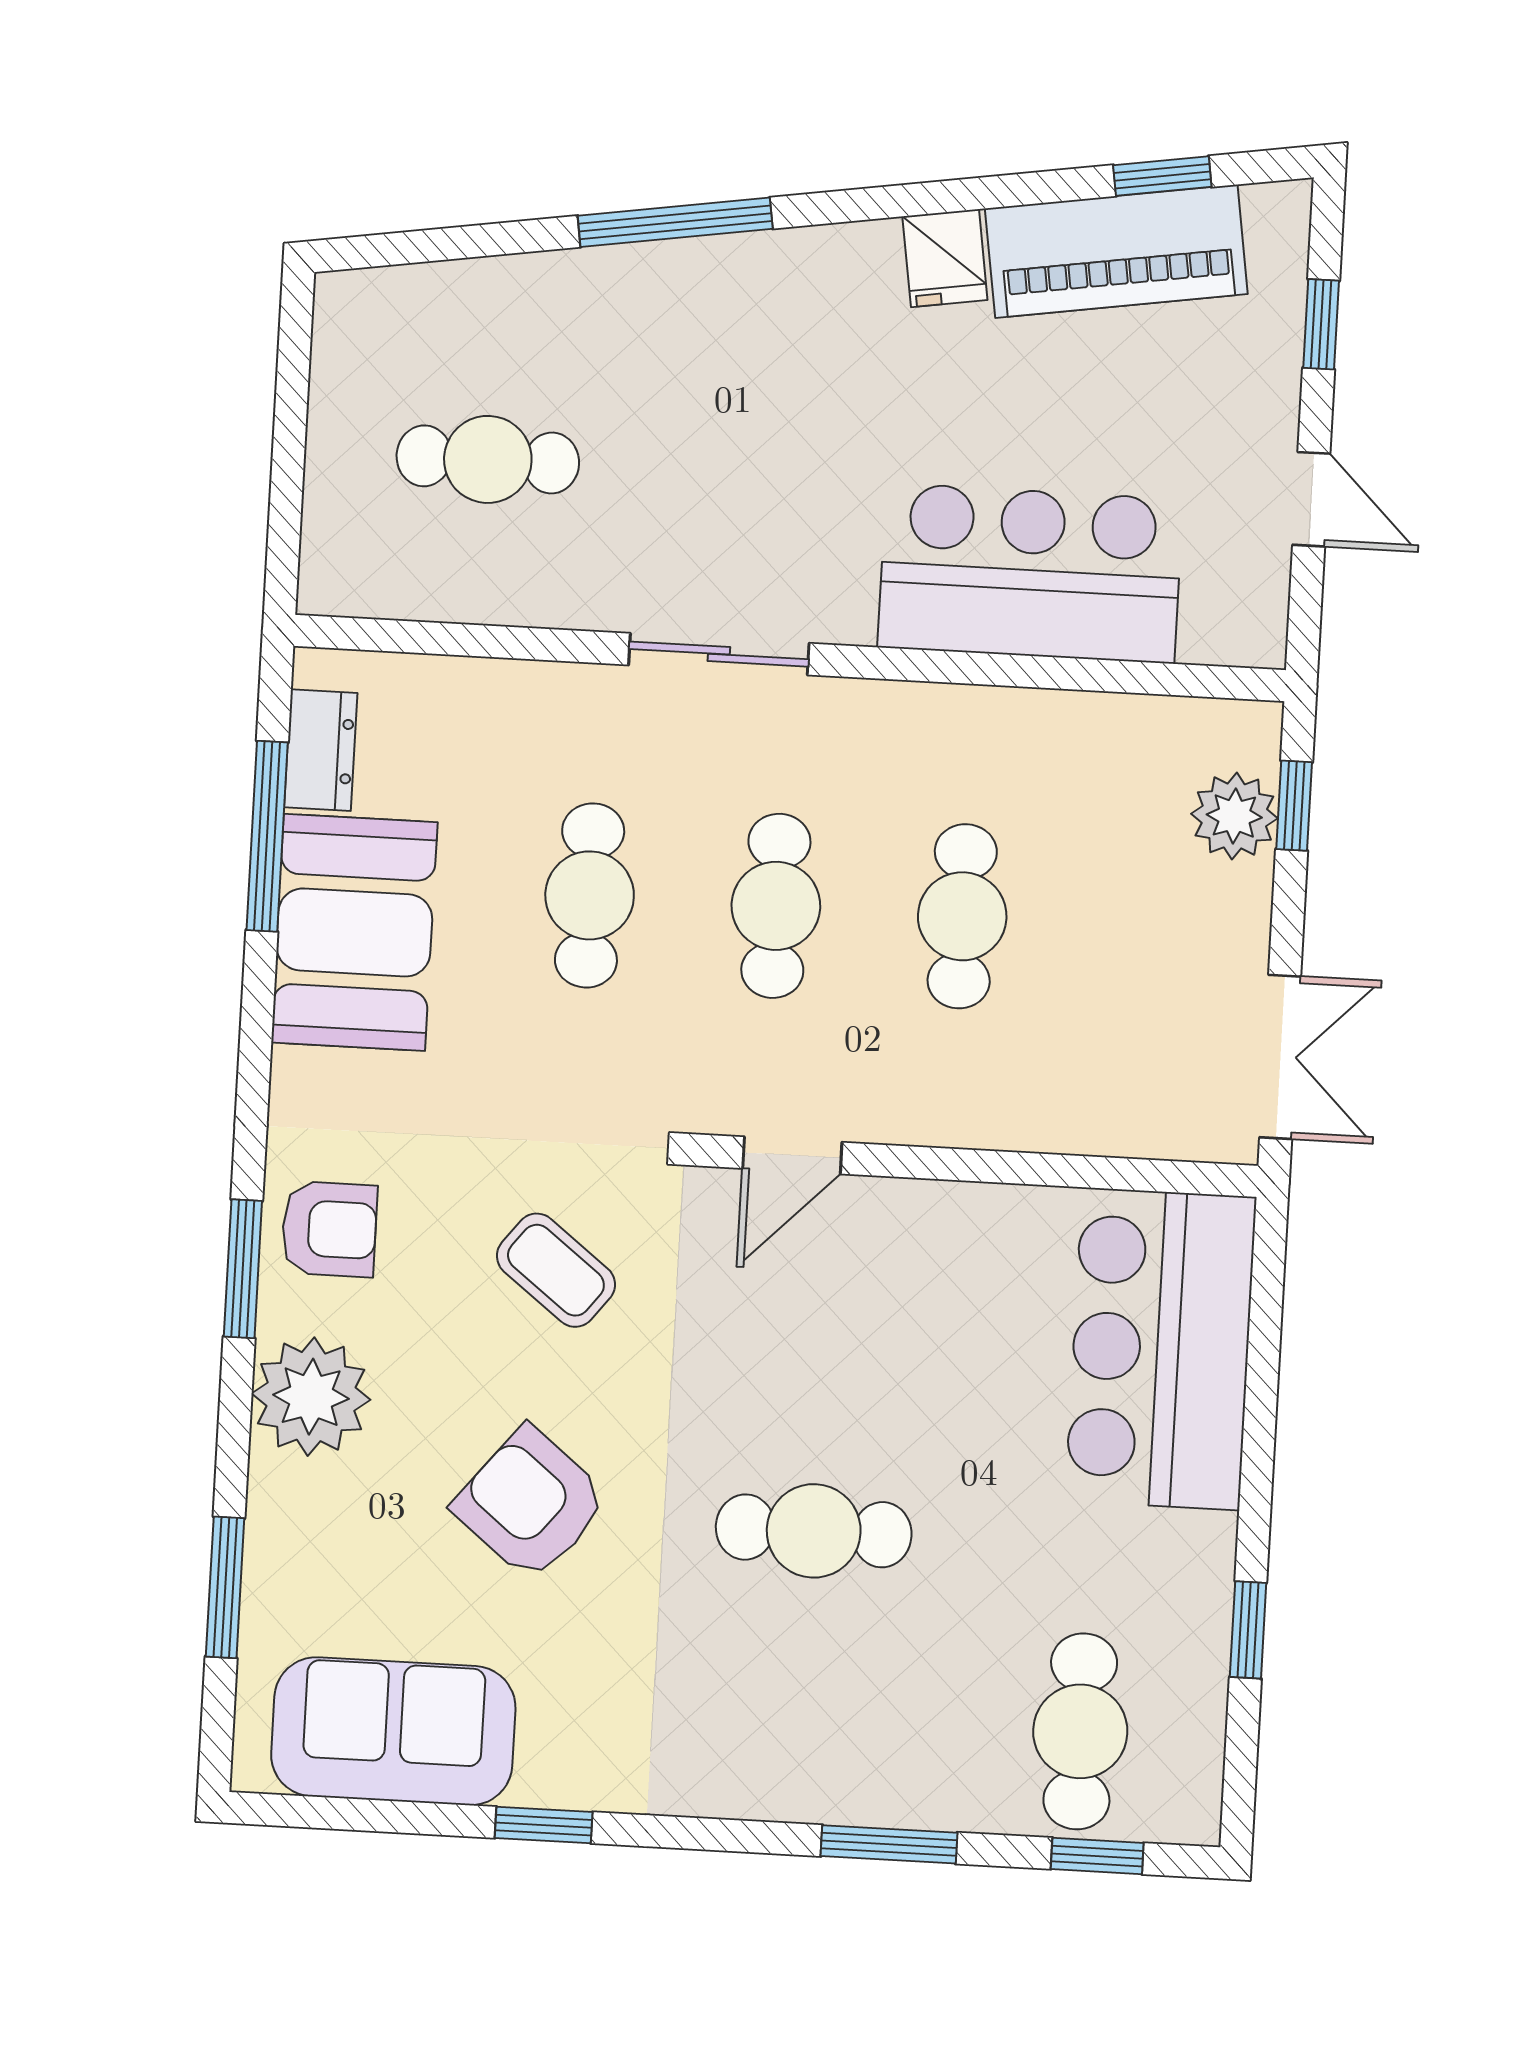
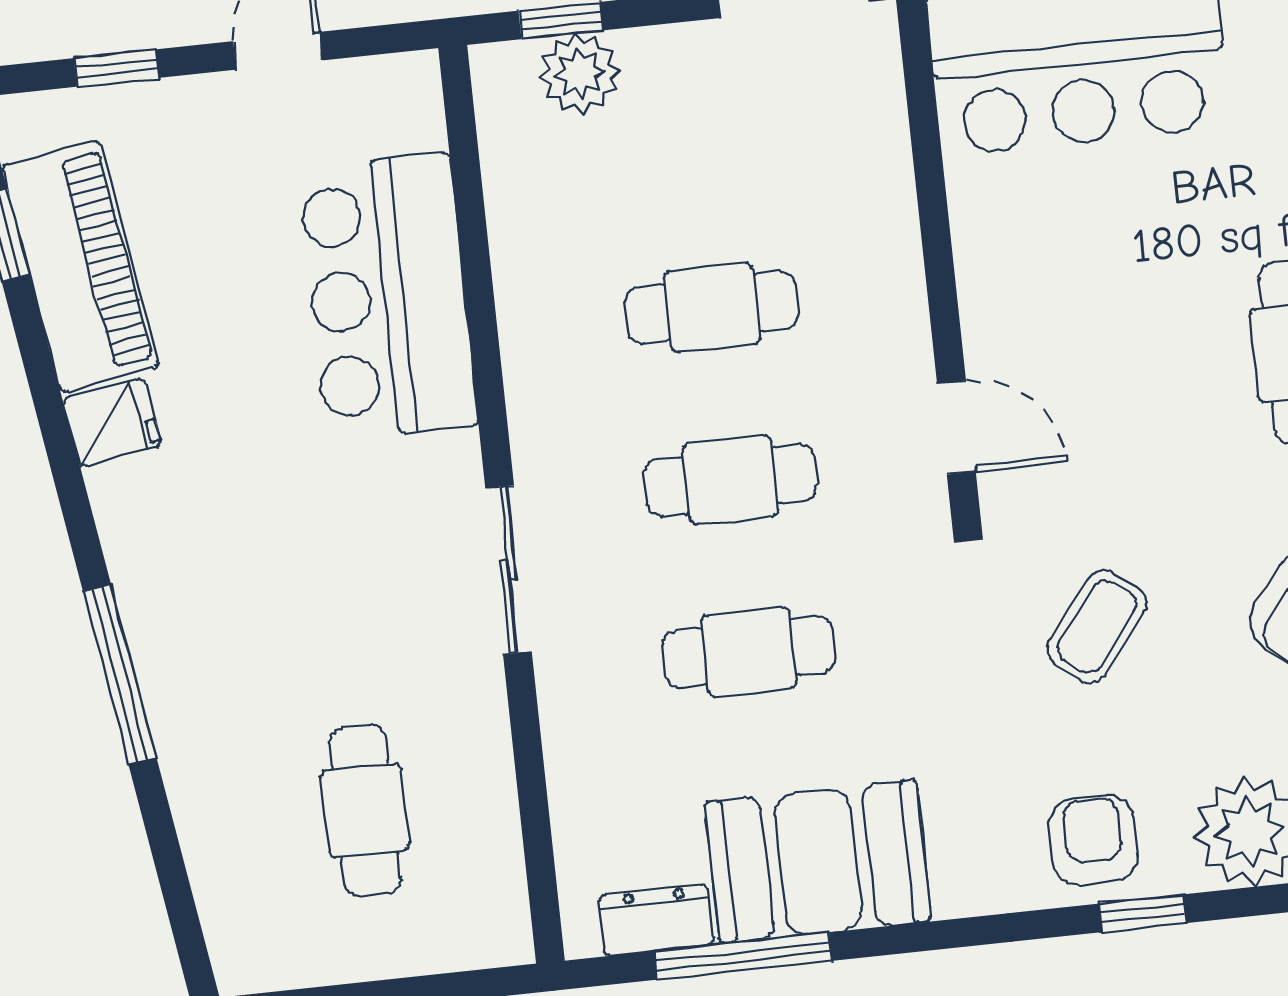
window: (243, 1269) -> (1142, 913), width x0.67

